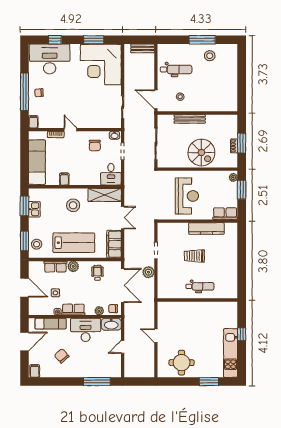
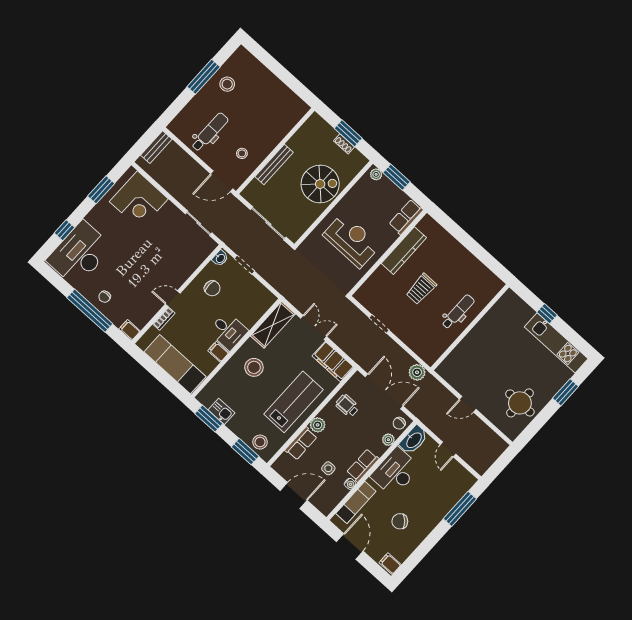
corner desk: (101, 65) -> (139, 200), width x0.74, depth x0.74
desk: (111, 174) -> (228, 331), moved
plant: (148, 272) -> (417, 372), moved

